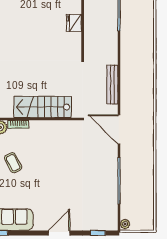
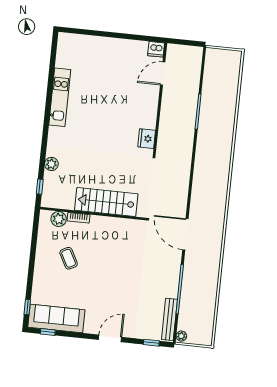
fridge: (74, 23) -> (147, 139), moved
bench: (112, 85) -> (169, 319), moved

